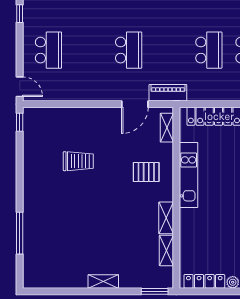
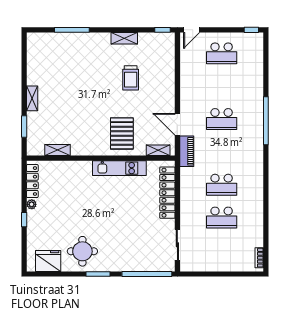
pallet: (146, 172) -> (122, 133), width x1.50, depth x1.42
shelving: (166, 218) -> (124, 38), moved
window: (155, 291) -> (24, 126), moved

